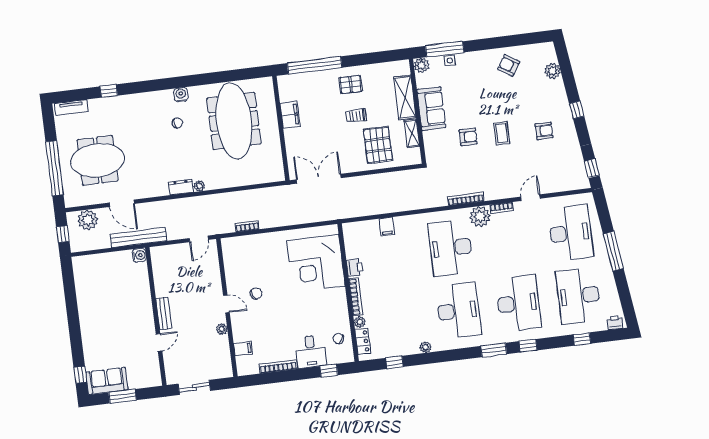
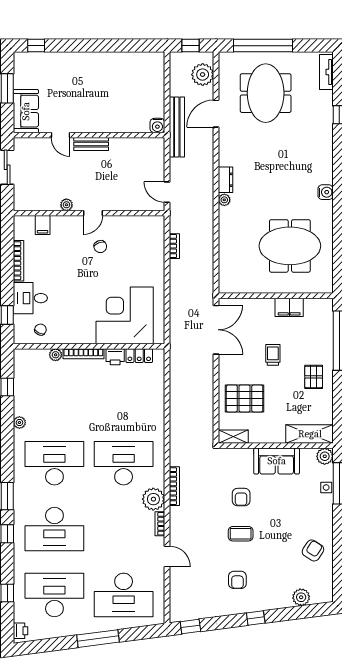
shelving: (405, 97) -> (310, 434), moved
trolley: (356, 116) -> (273, 355), moved
meeting table: (234, 121) -> (290, 246), width x0.73
chair: (177, 123) -> (295, 184), removed
shelving: (412, 133) -> (233, 437), moved
filing cabinet: (387, 227) -> (155, 397), removed
desk: (458, 311) -> (54, 463), turned 180
locker: (363, 341) -> (139, 356), moved
sofa: (107, 381) -> (26, 111), moved

